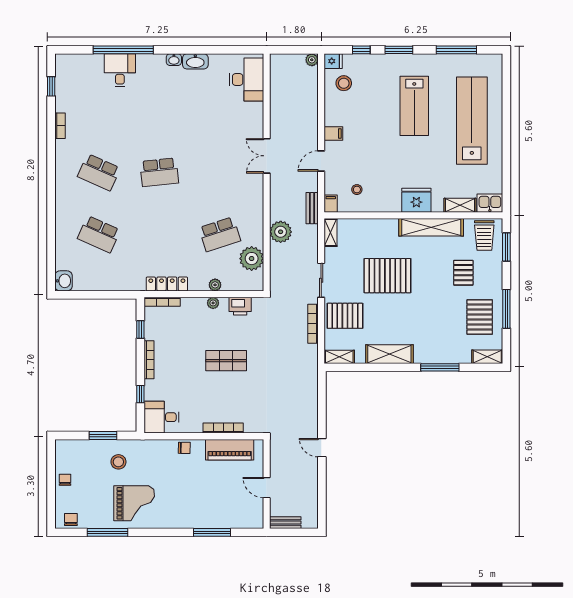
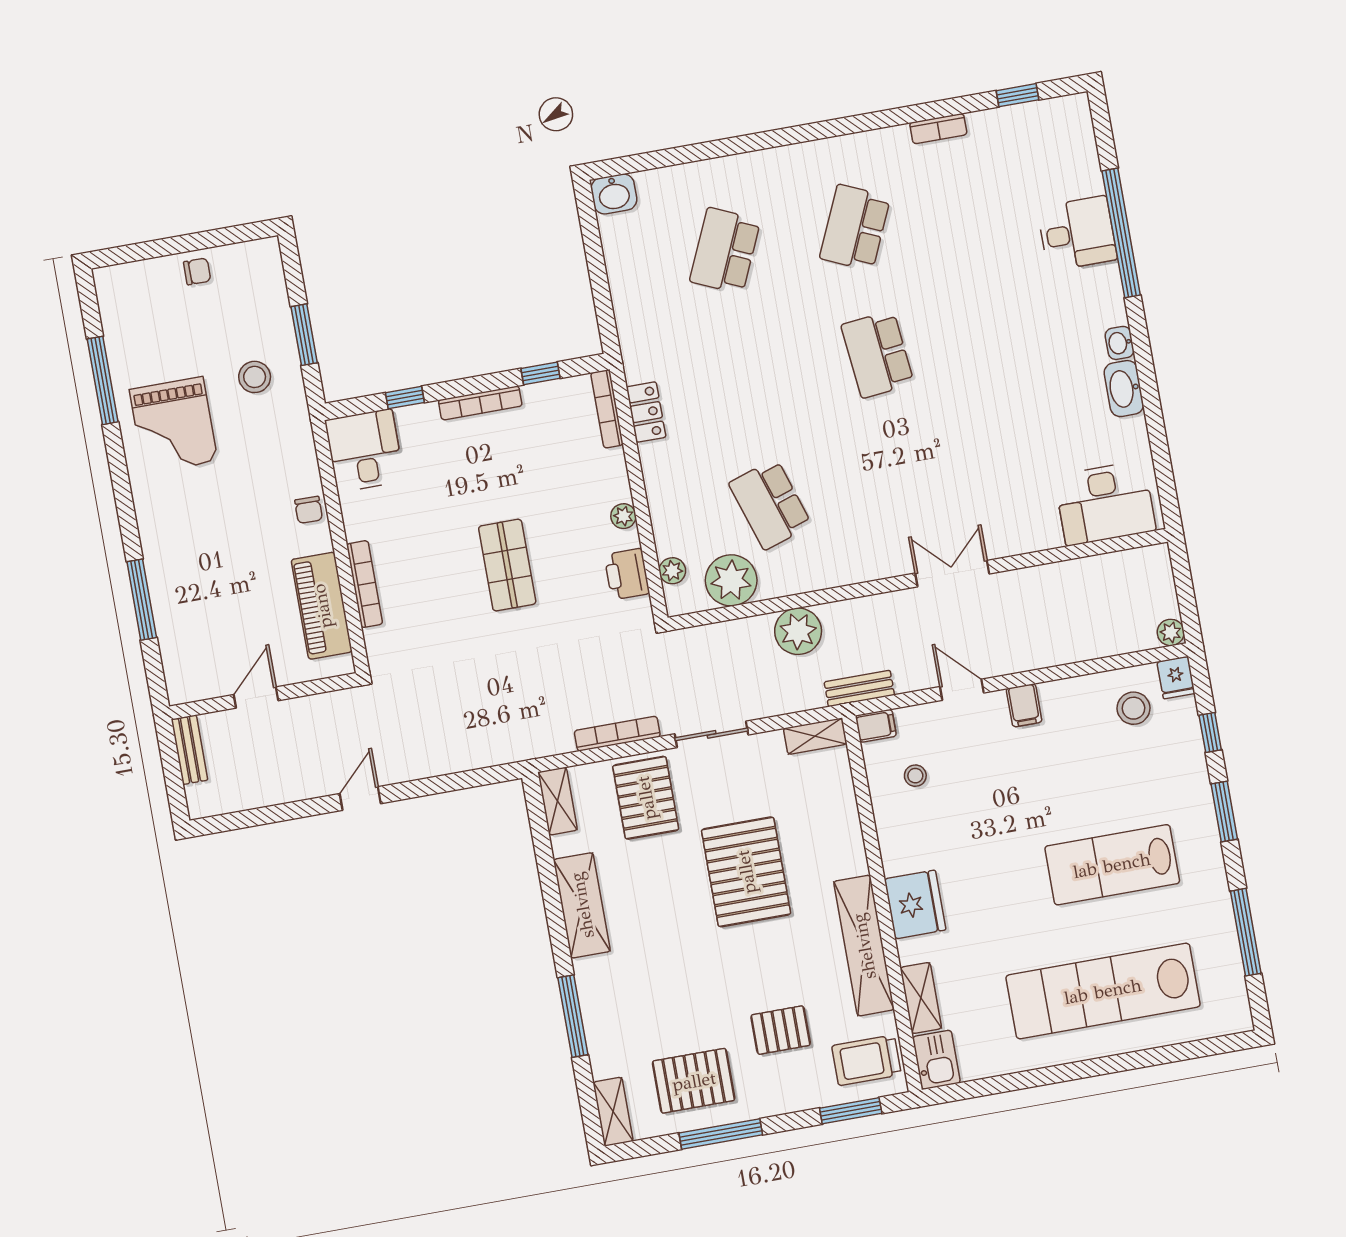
lab bench: (472, 121) -> (1103, 991), turned 180
locker: (167, 284) -> (646, 412), width x0.66
plant: (215, 285) -> (672, 571), moved
chair: (71, 520) -> (116, 299), removed

